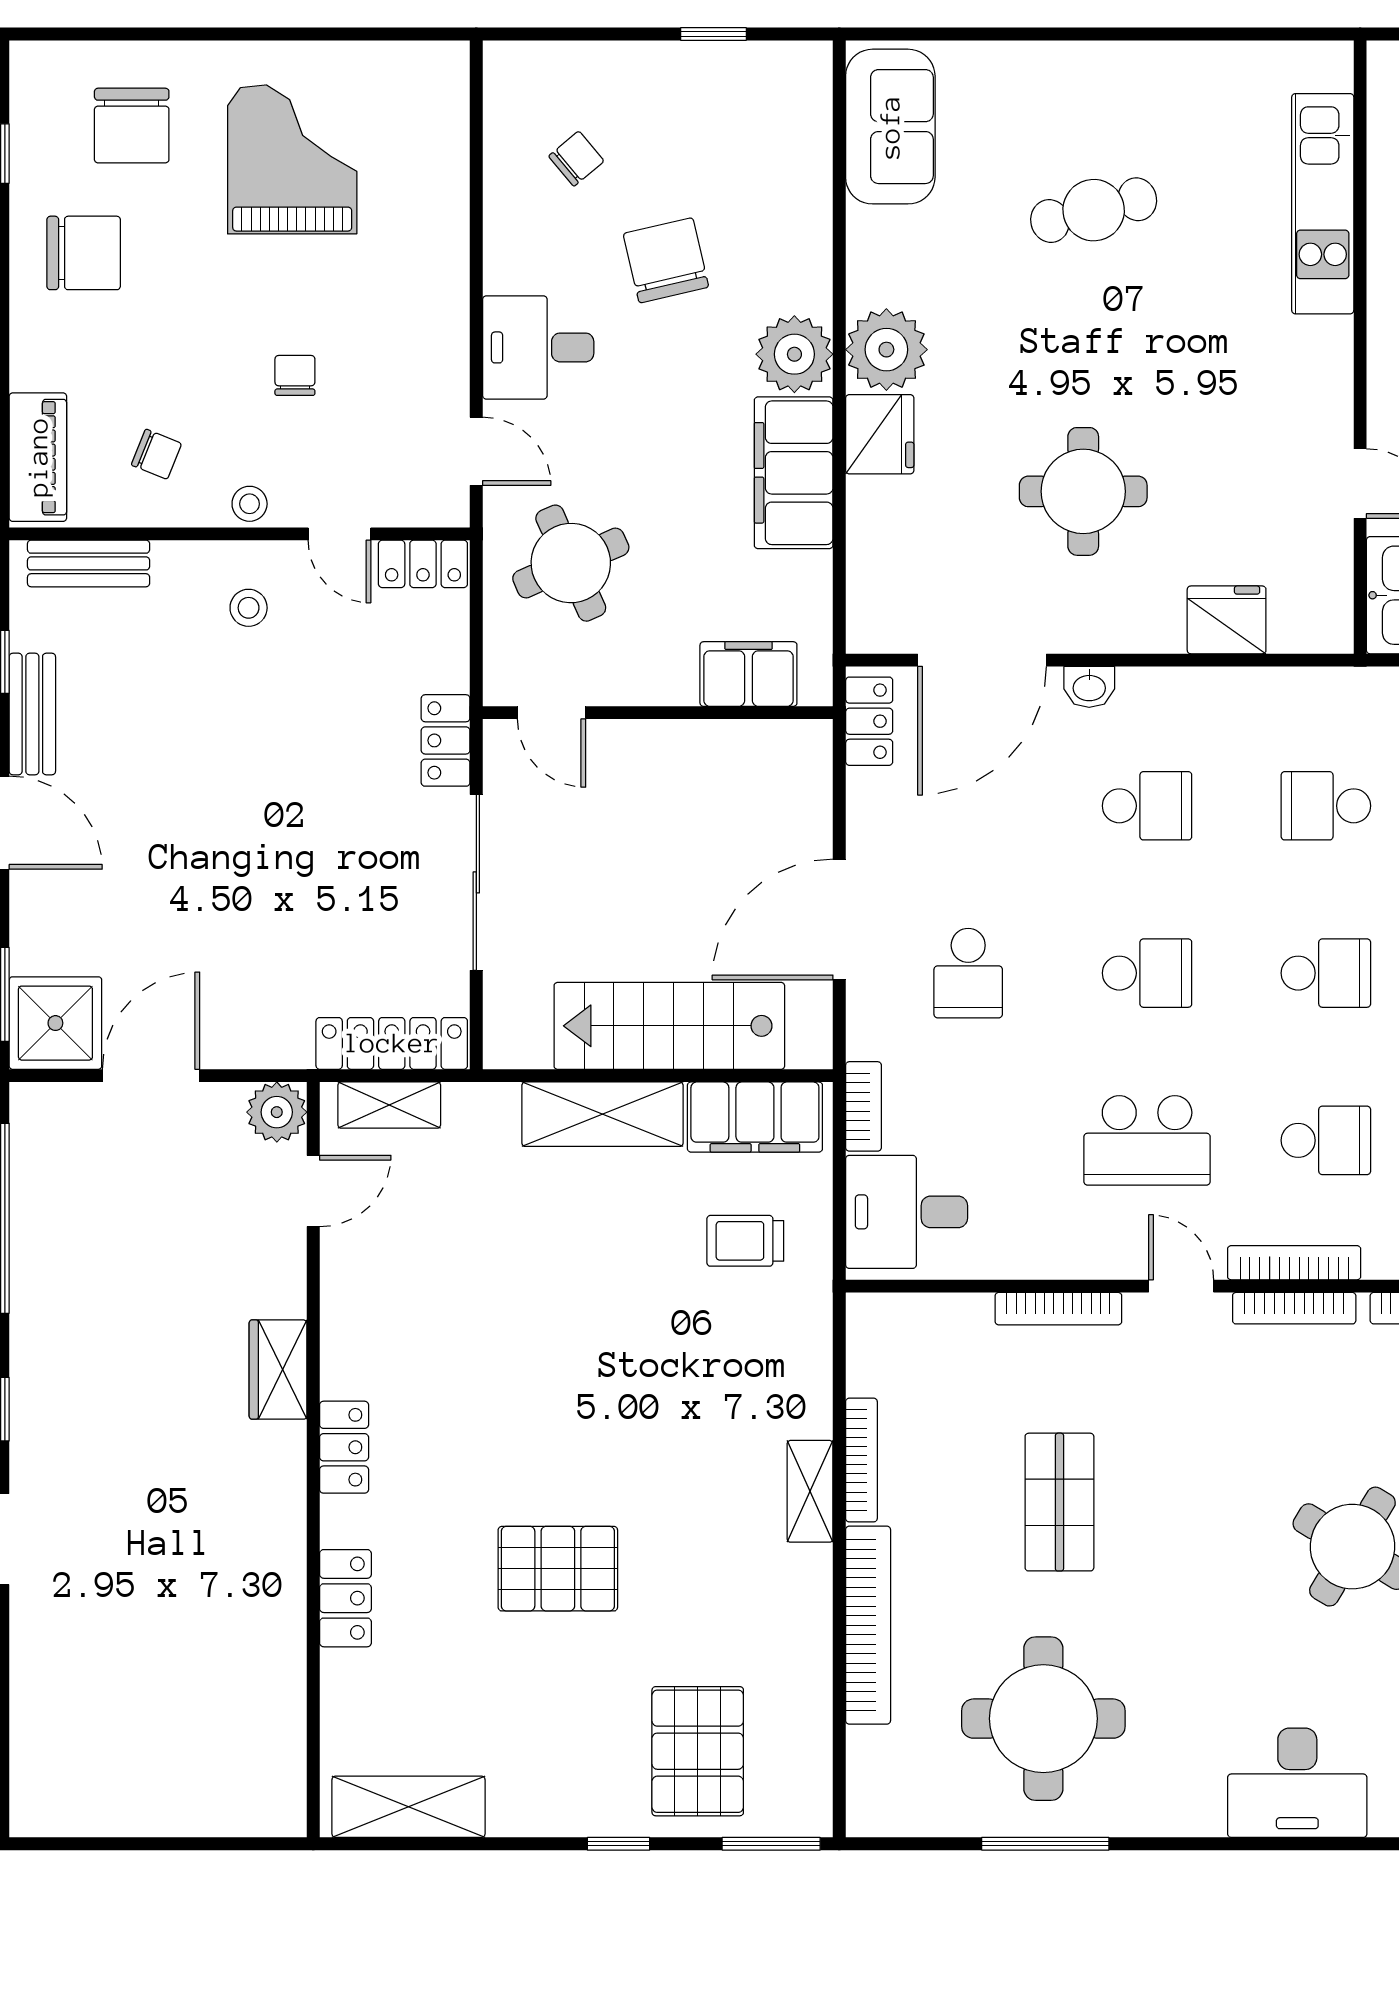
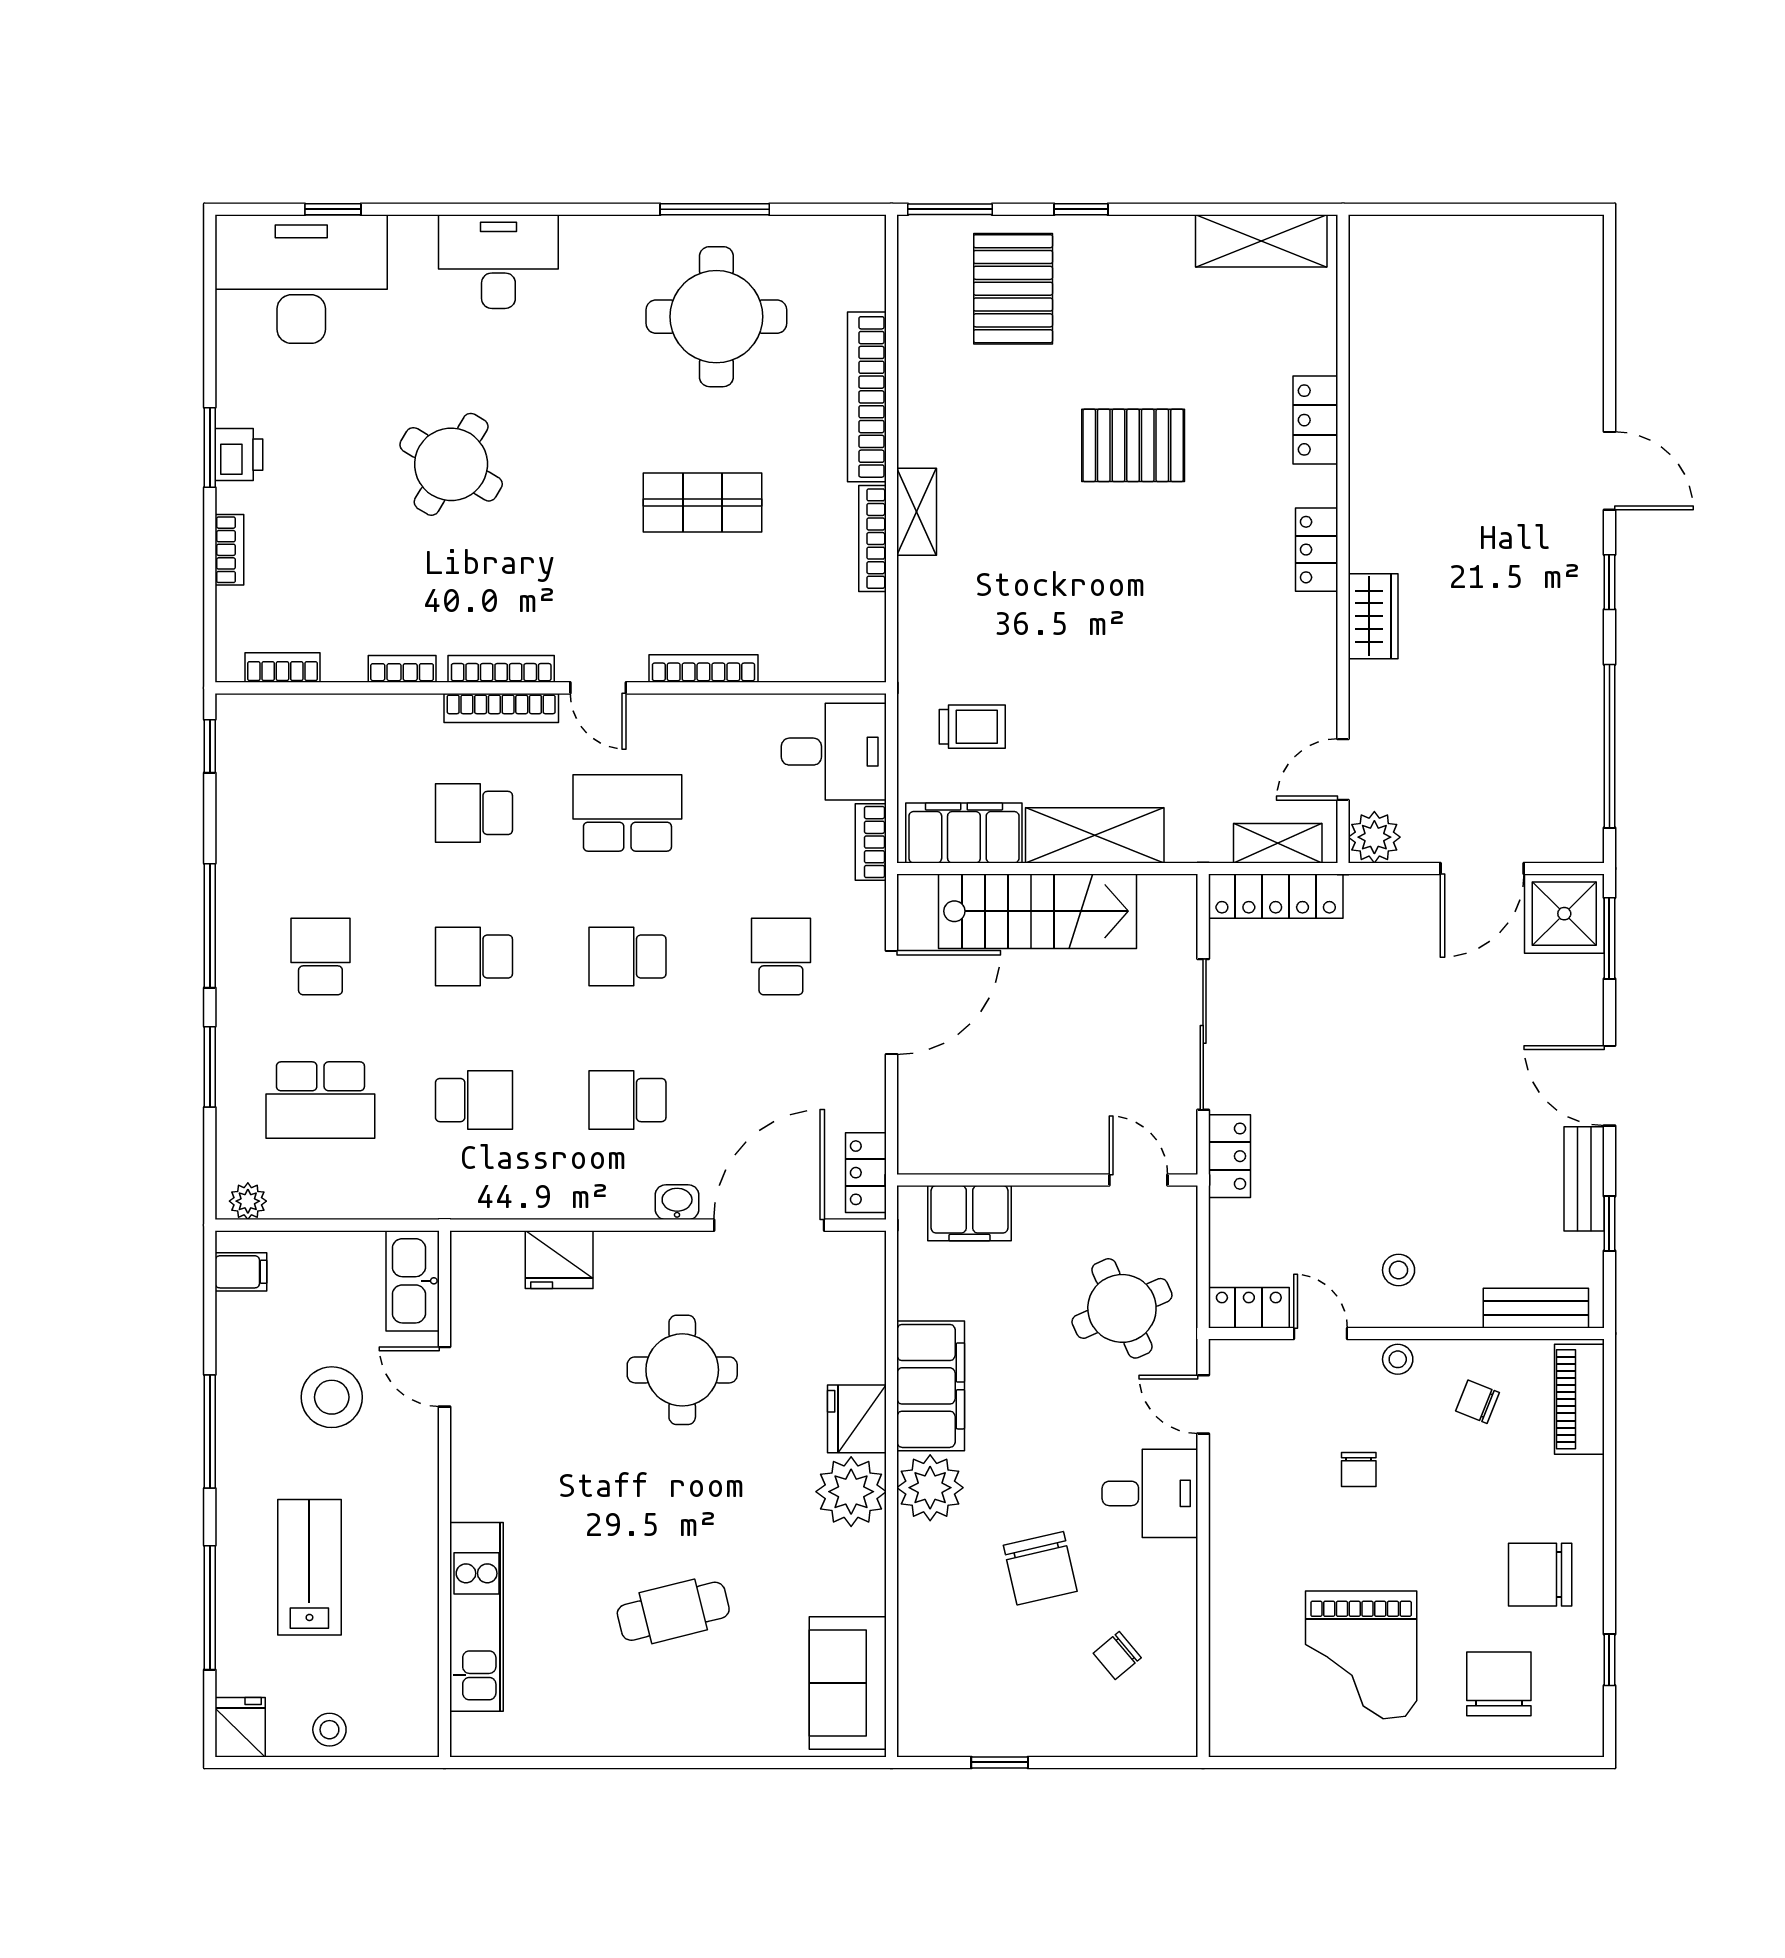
shop shelf: (1059, 1502) -> (703, 502), turned 90

